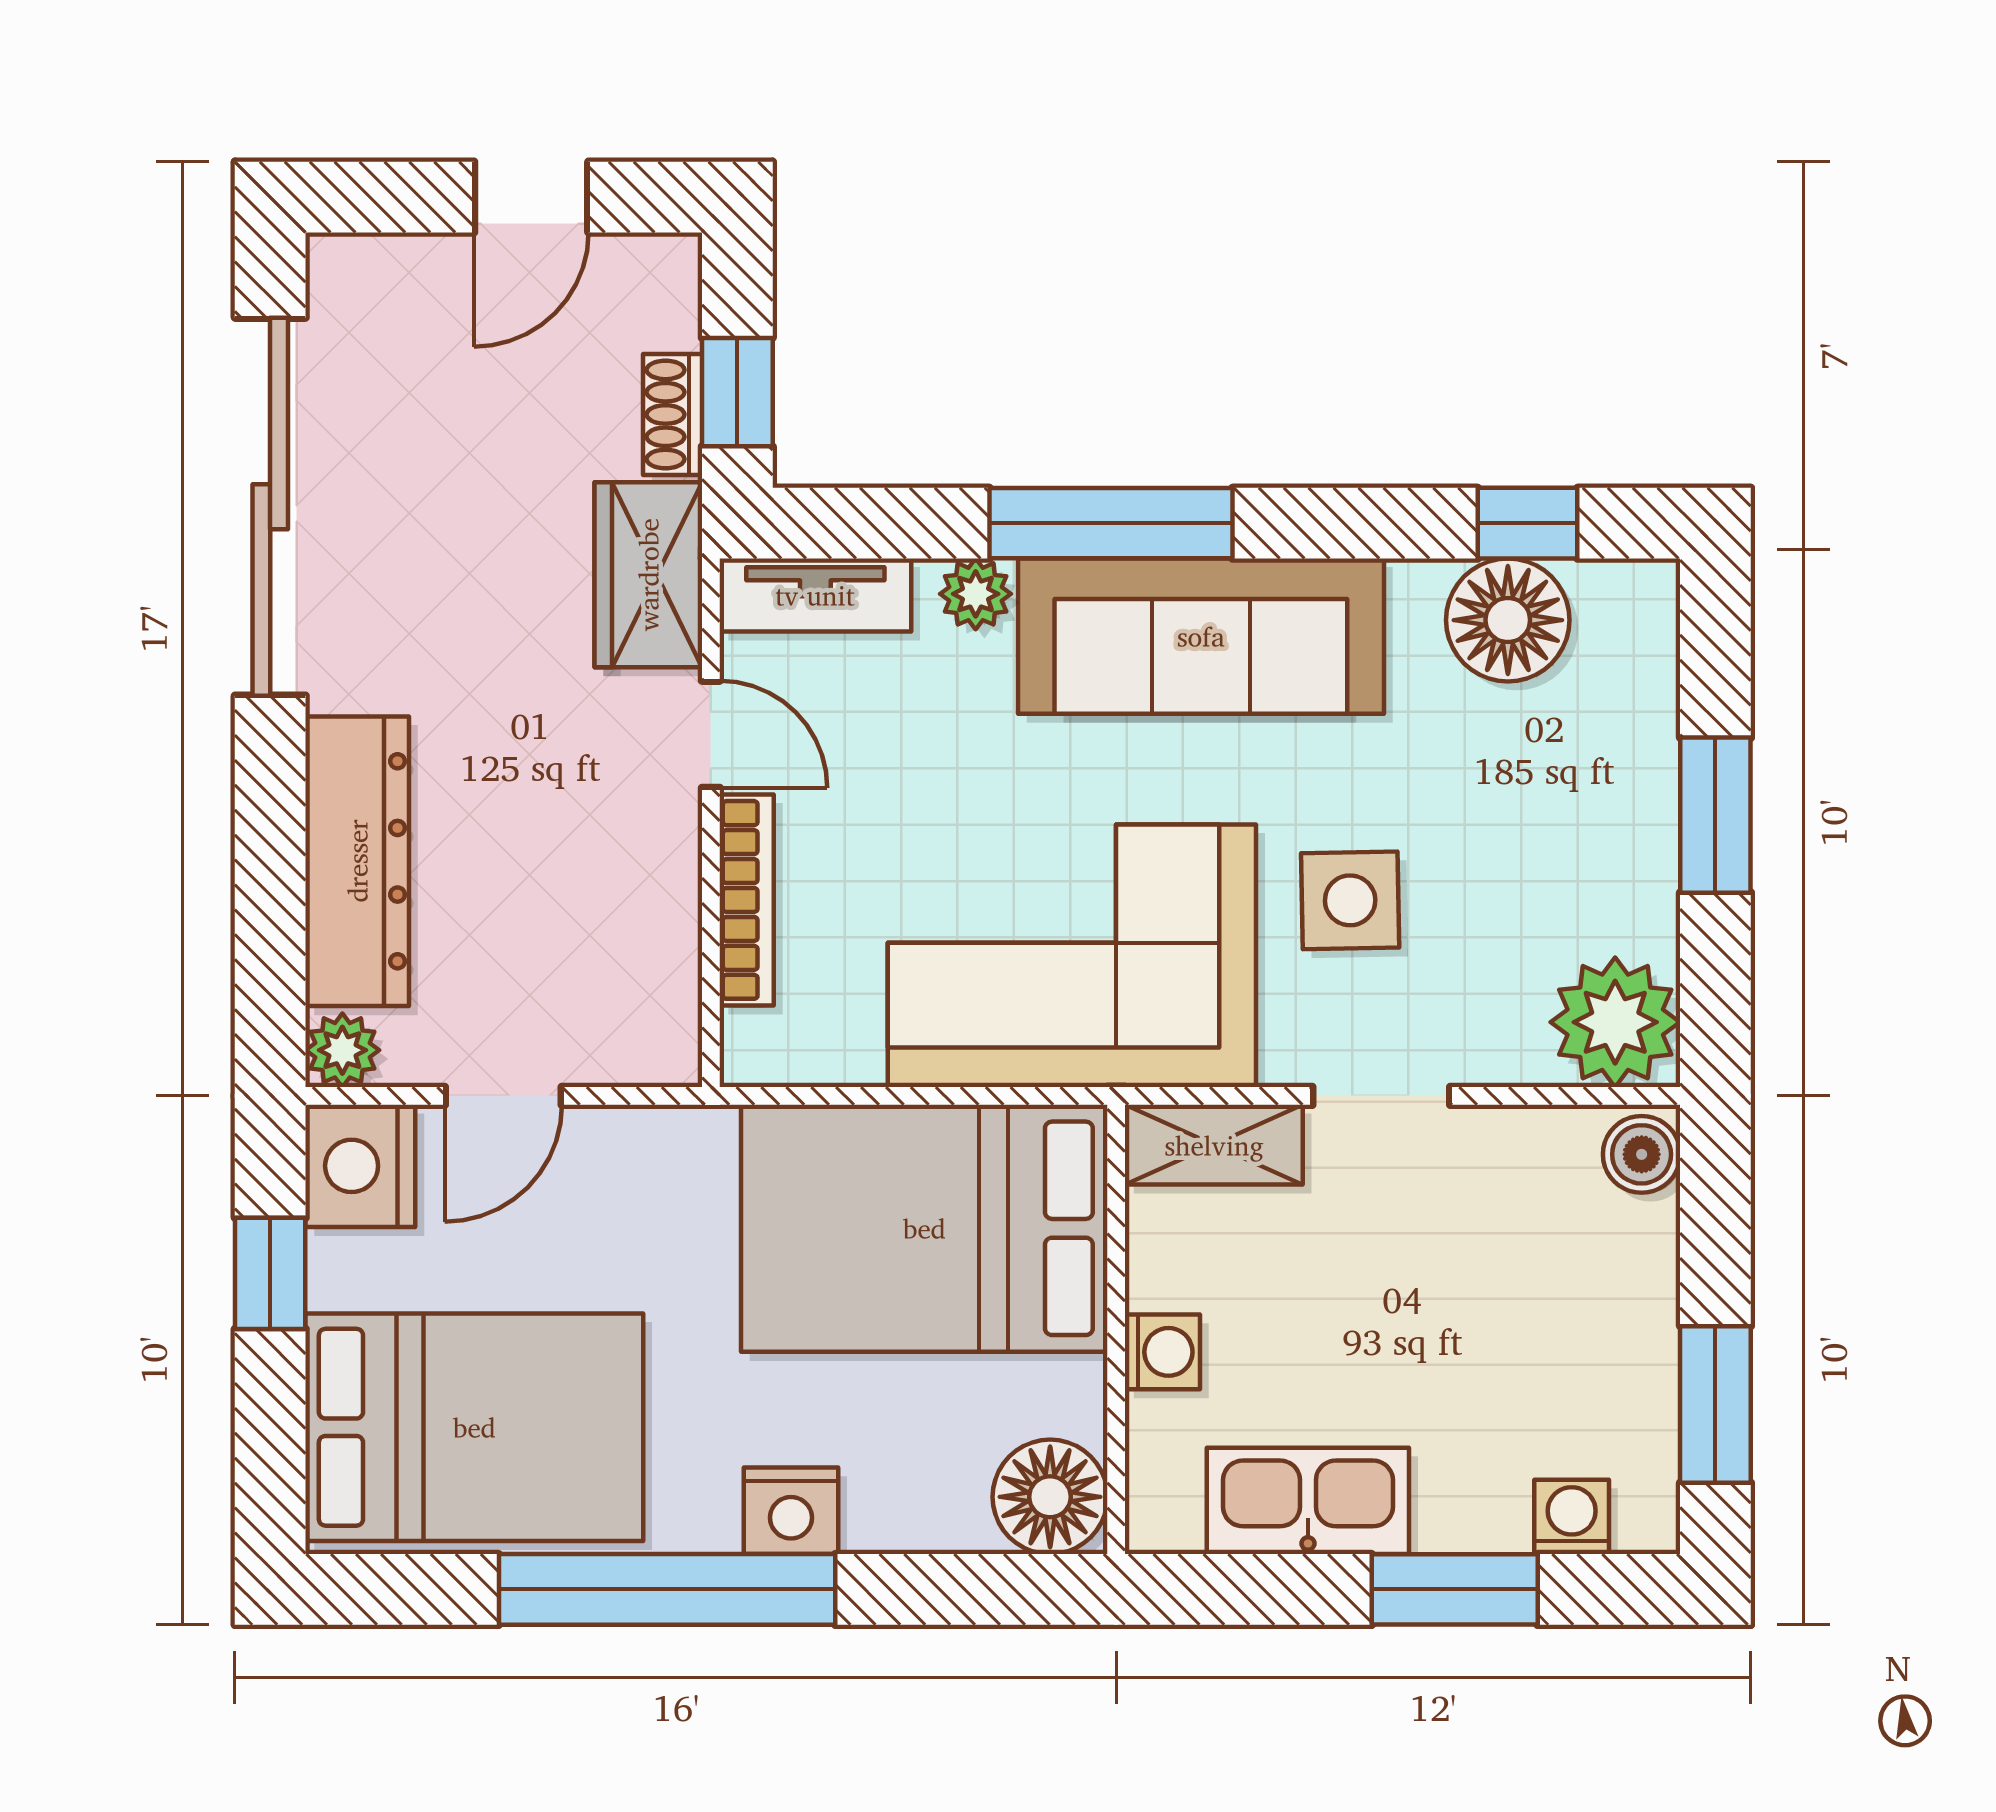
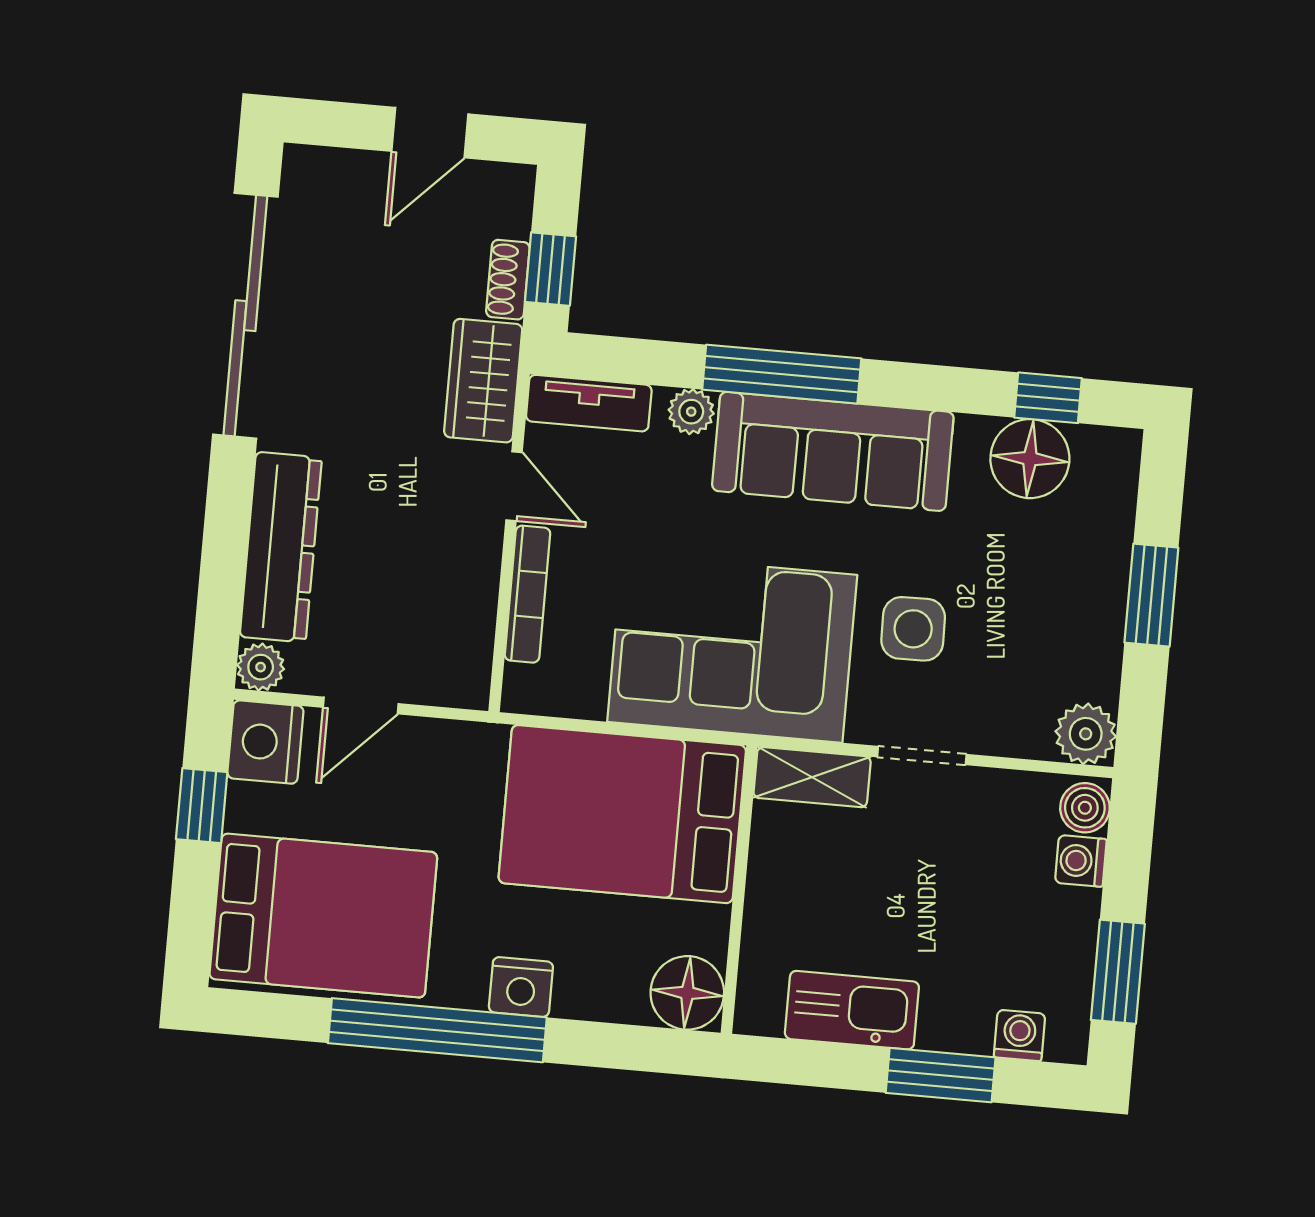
plant: (1615, 1022) -> (1086, 734), width x0.73, depth x0.73
washing machine: (1162, 1352) -> (1081, 861), moved, turned 180

